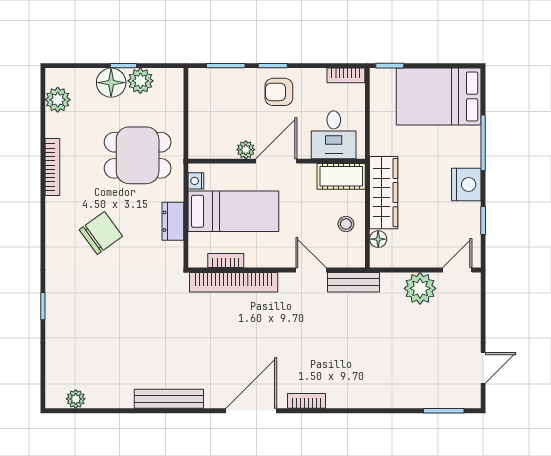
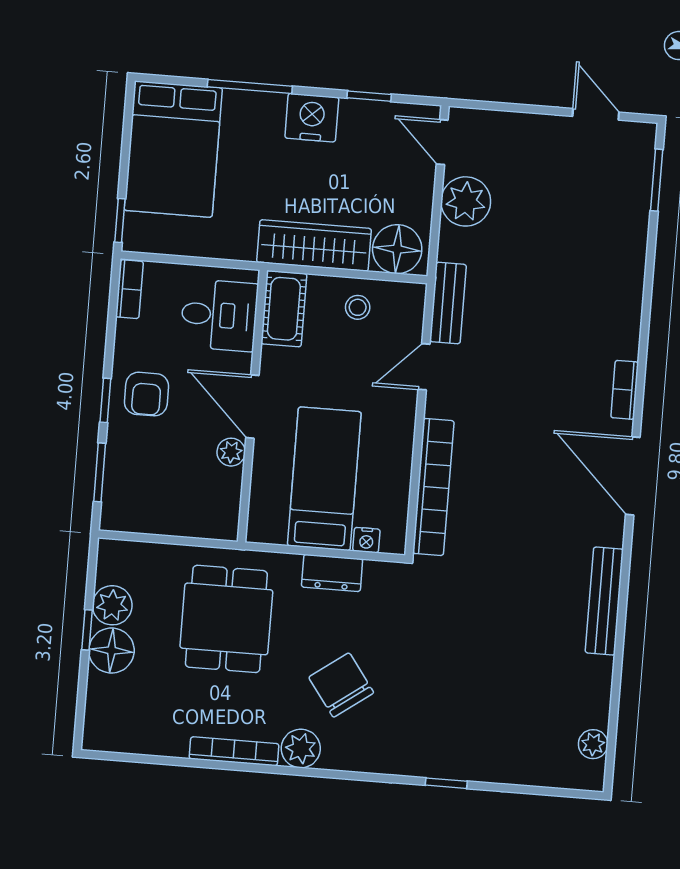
plant: (58, 100) -> (301, 748), moved
nightstand: (196, 181) -> (366, 540), moved
floor lamp: (378, 239) -> (397, 249), width x1.89, depth x1.89
bookcase: (226, 261) -> (399, 497), removed

